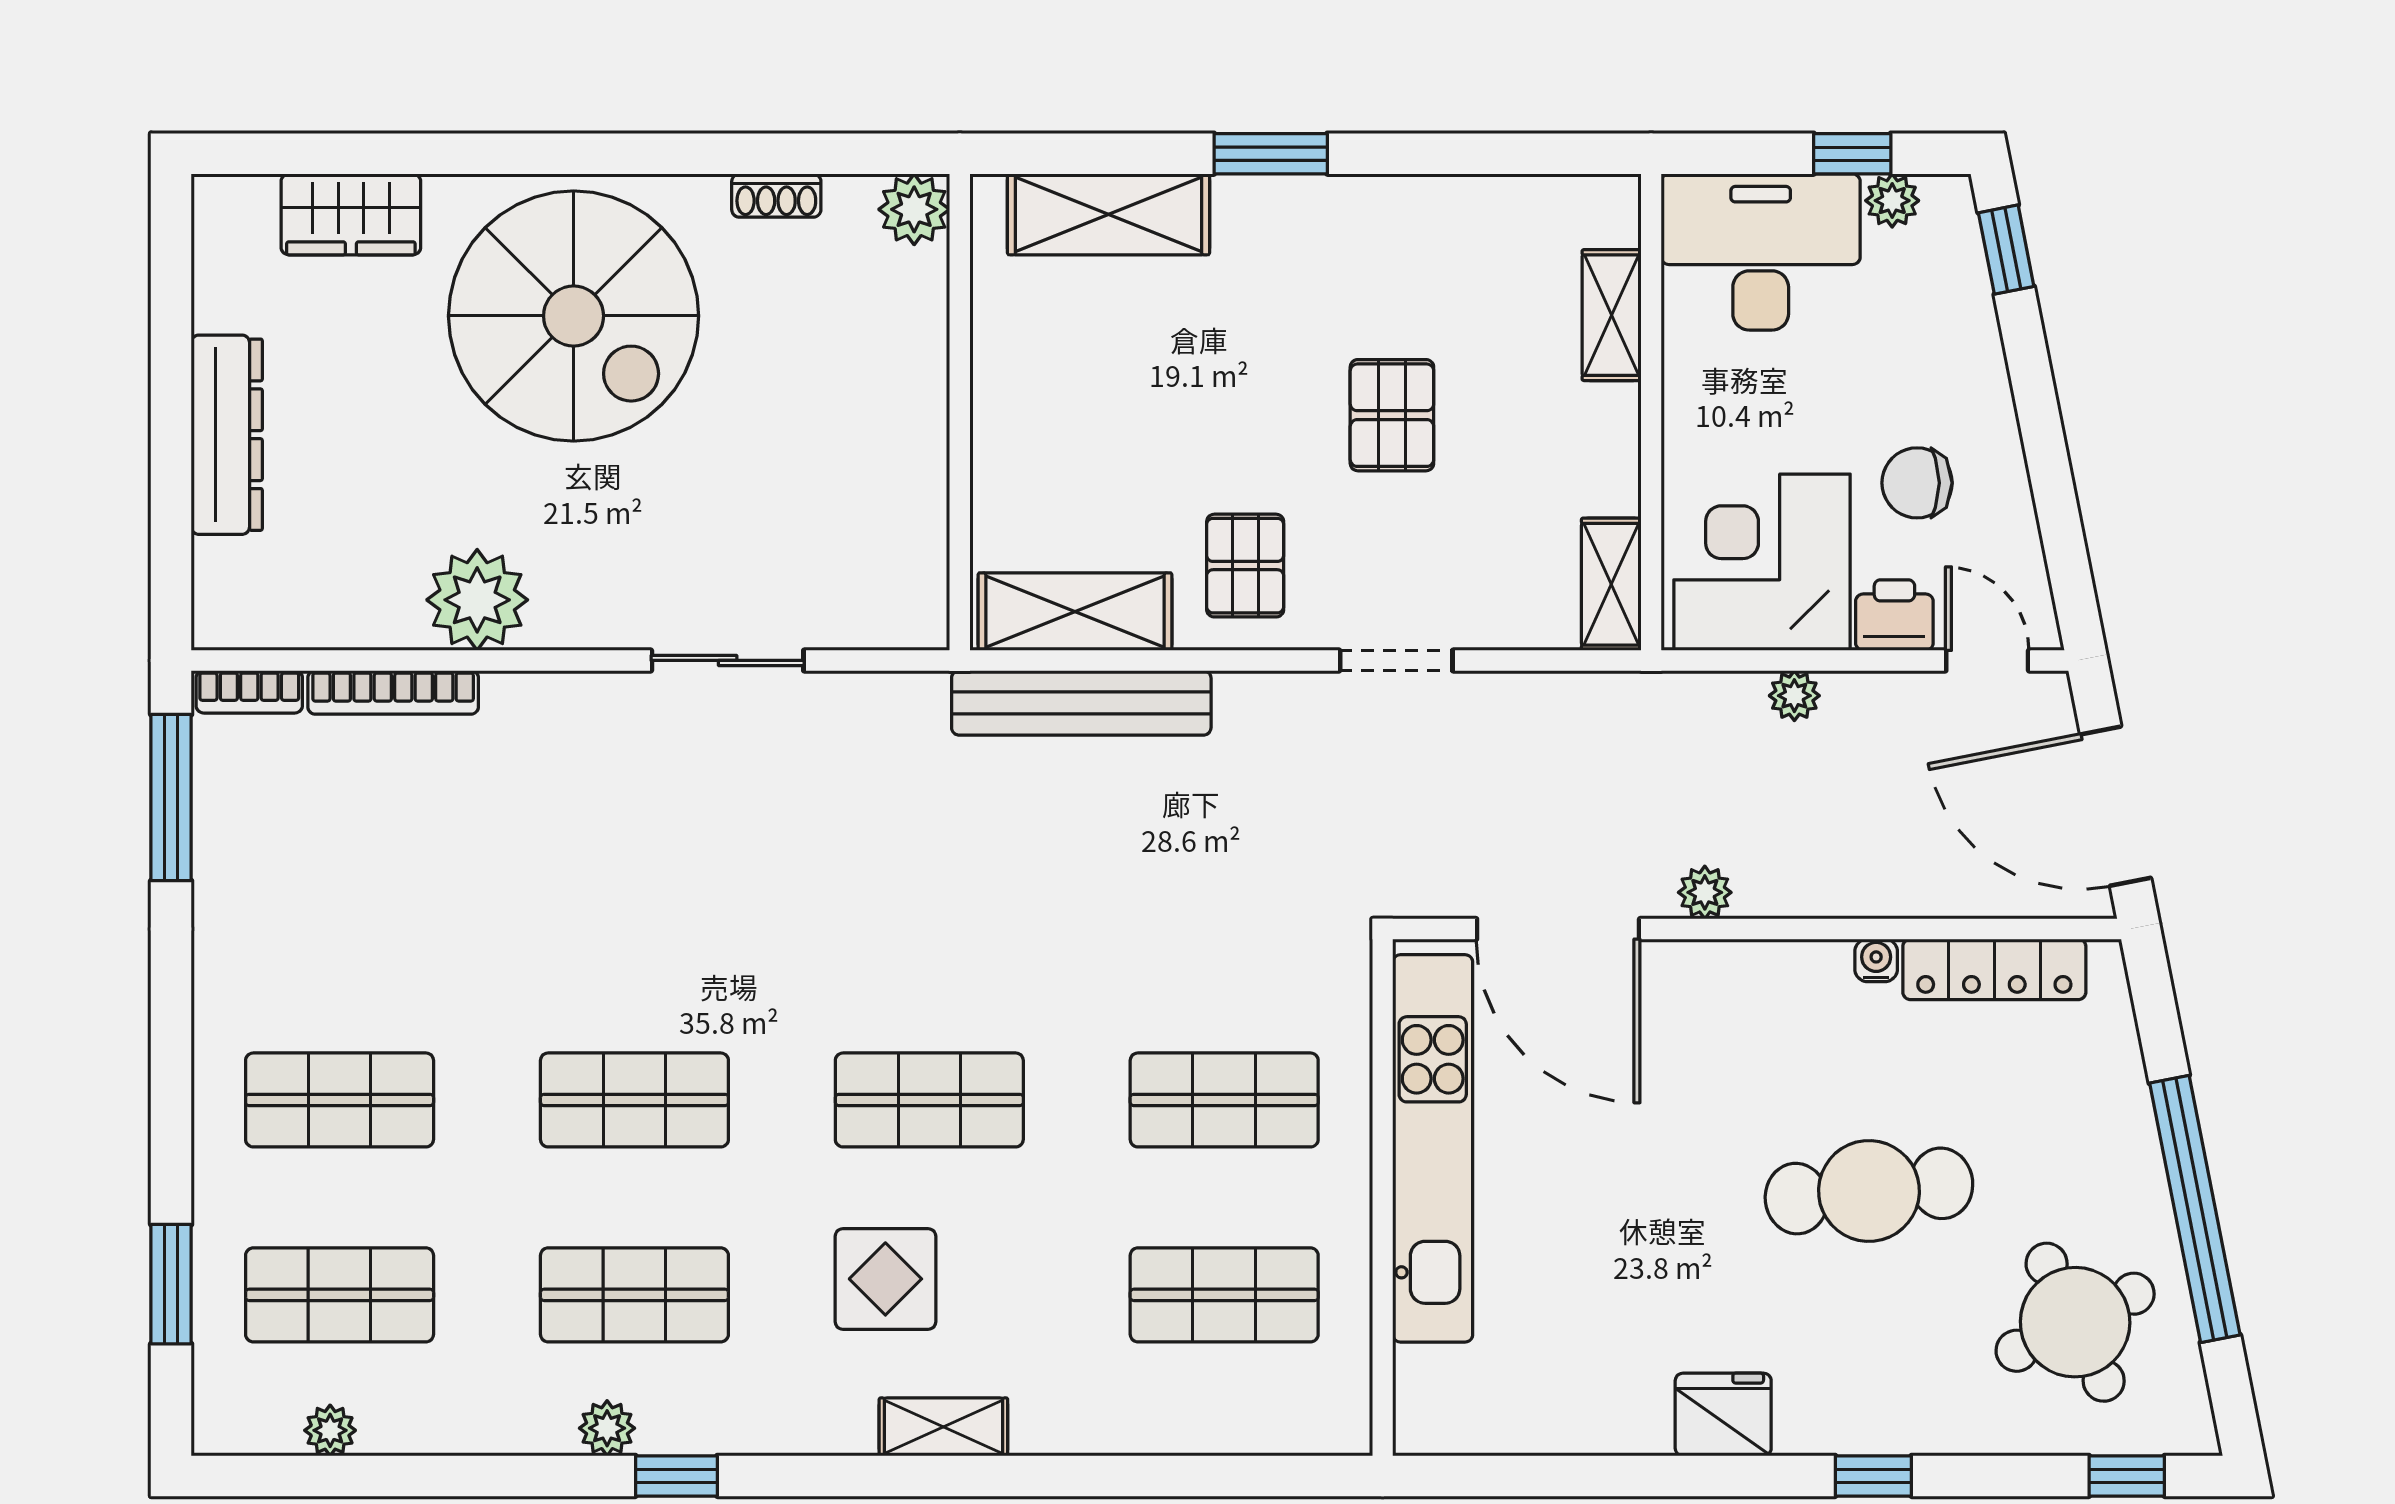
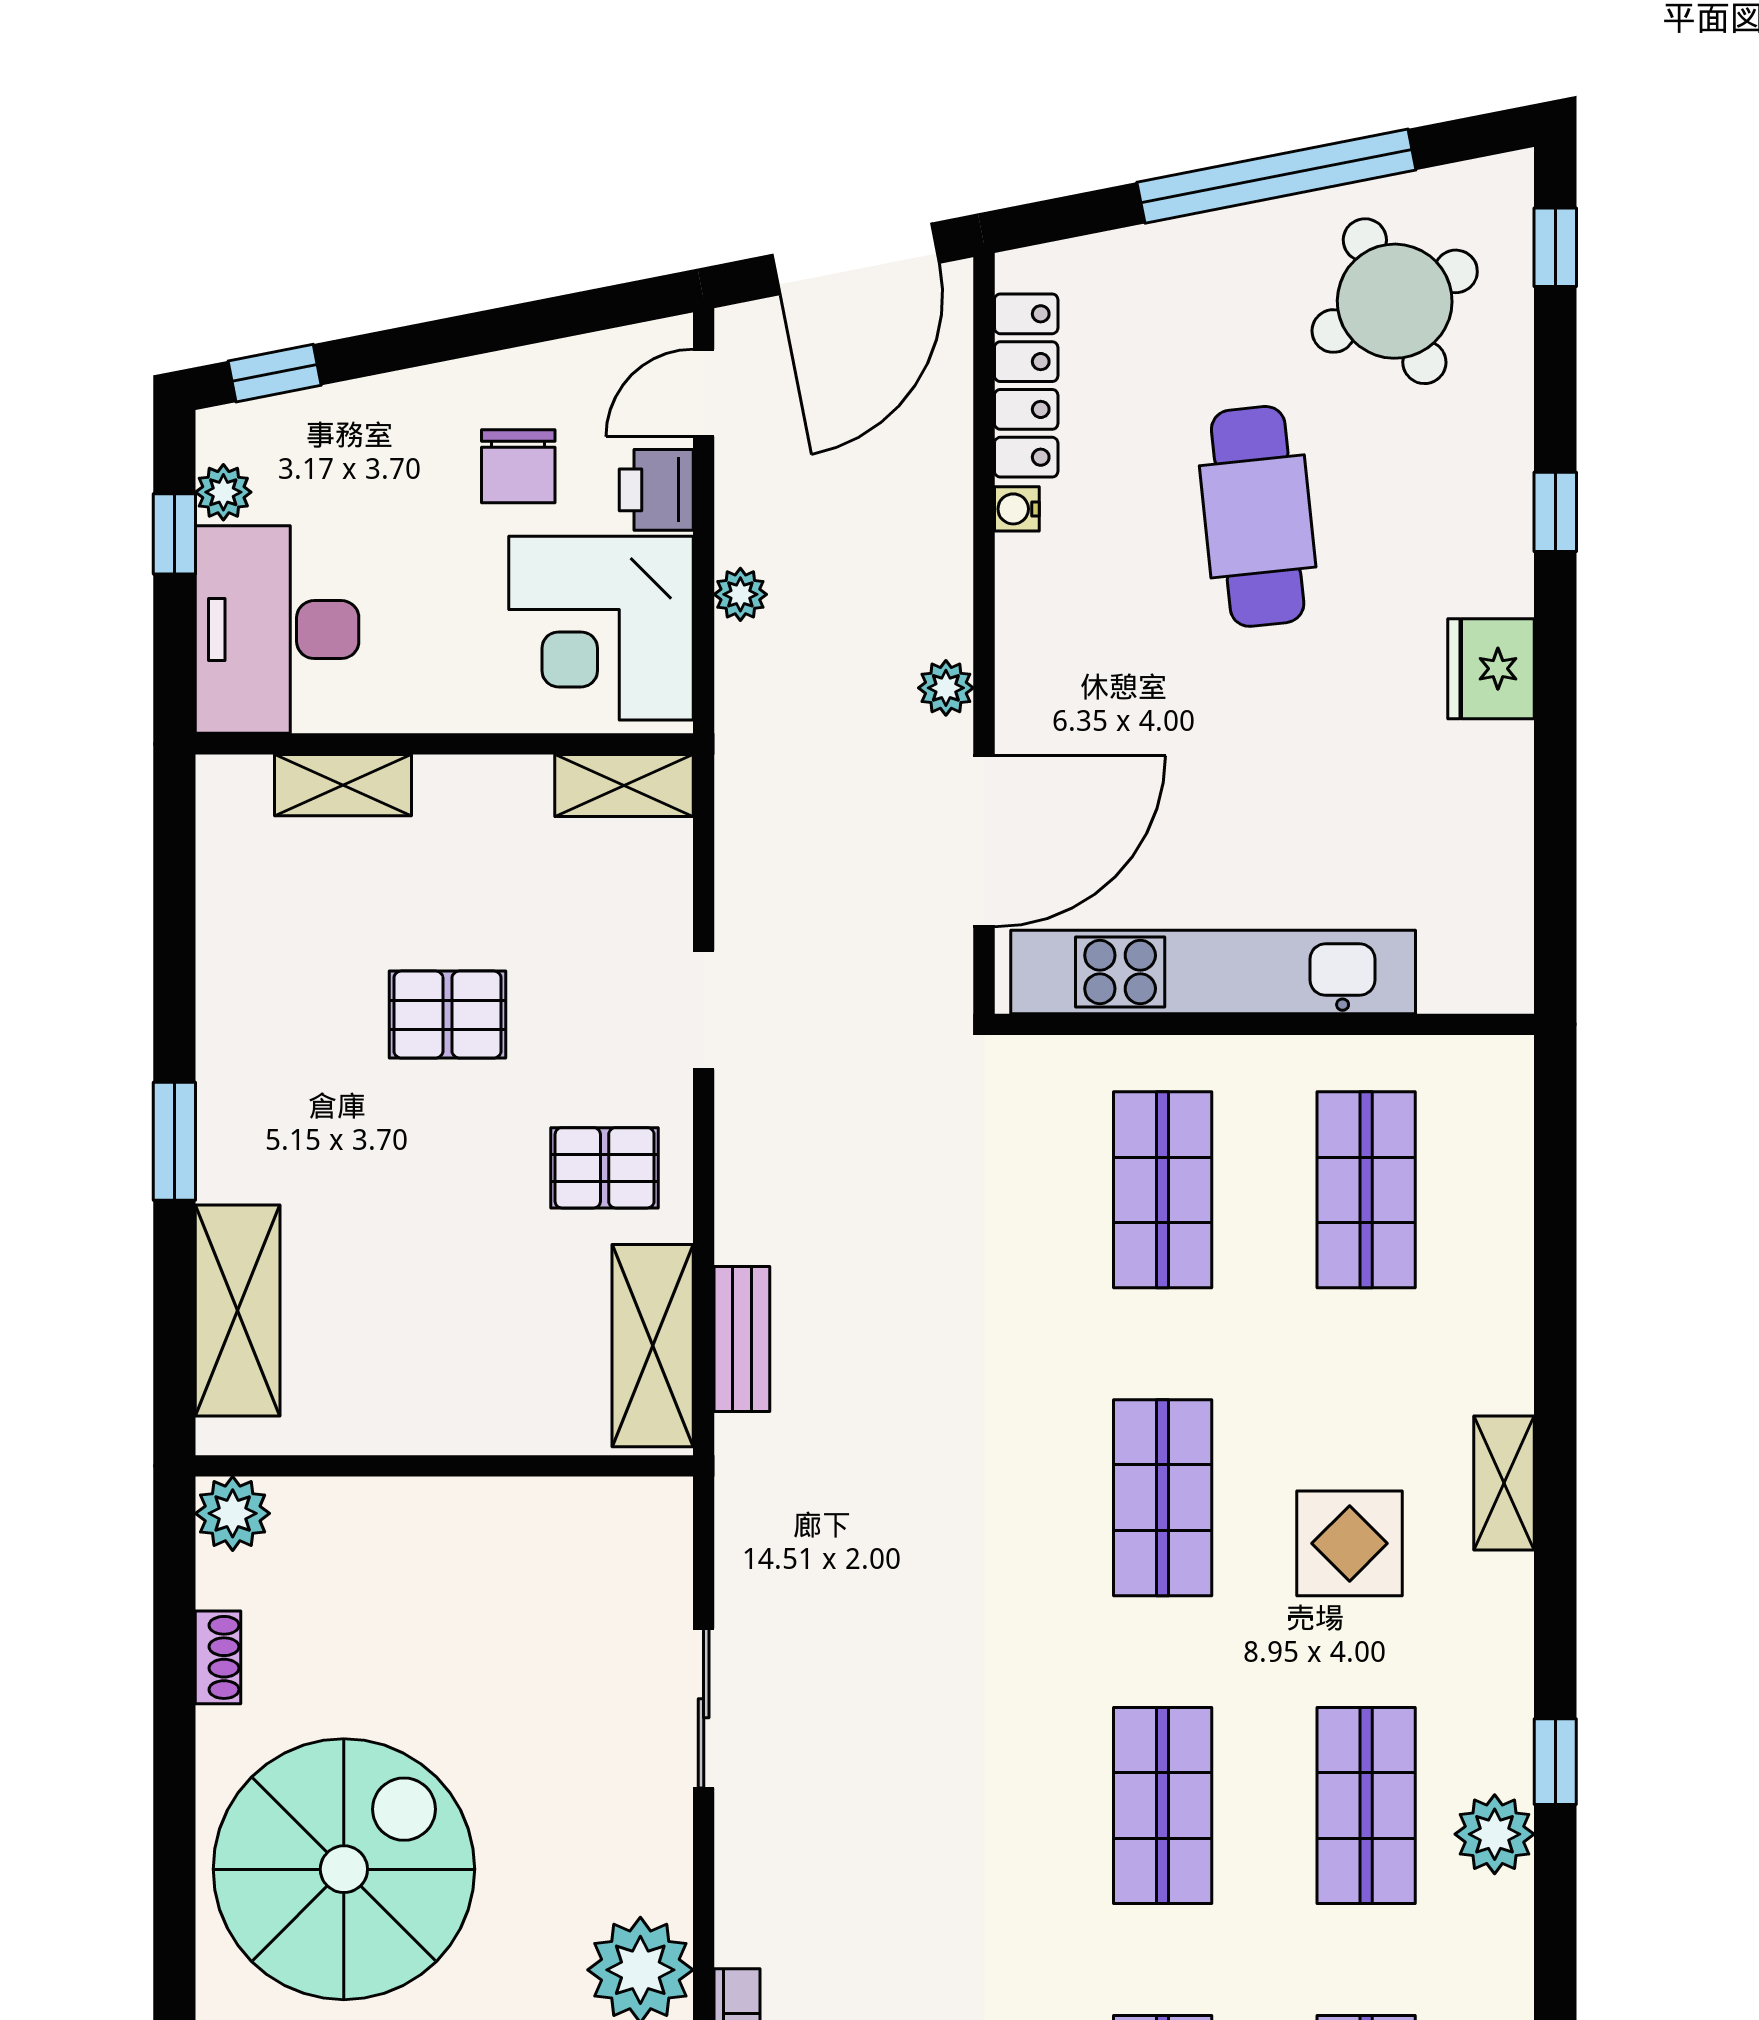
bench: (1081, 703) -> (742, 1339), width x0.54, depth x0.82
plant: (607, 1428) -> (1495, 1834), width x1.38, depth x1.38

